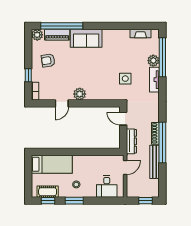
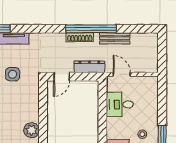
bench: (154, 162) -> (115, 38), width x0.73
desk: (107, 186) -> (120, 104), moved, turned 180
window: (145, 201) -> (162, 49), removed

